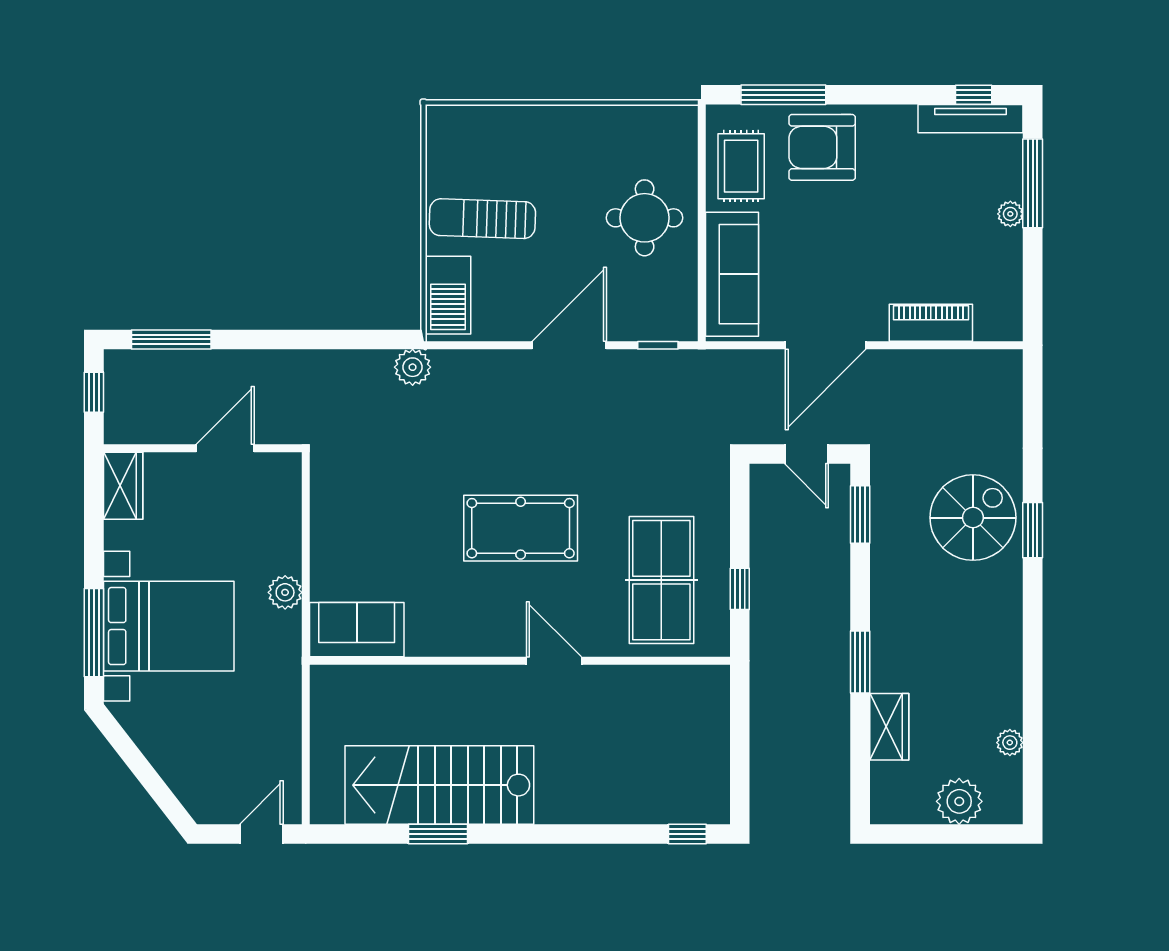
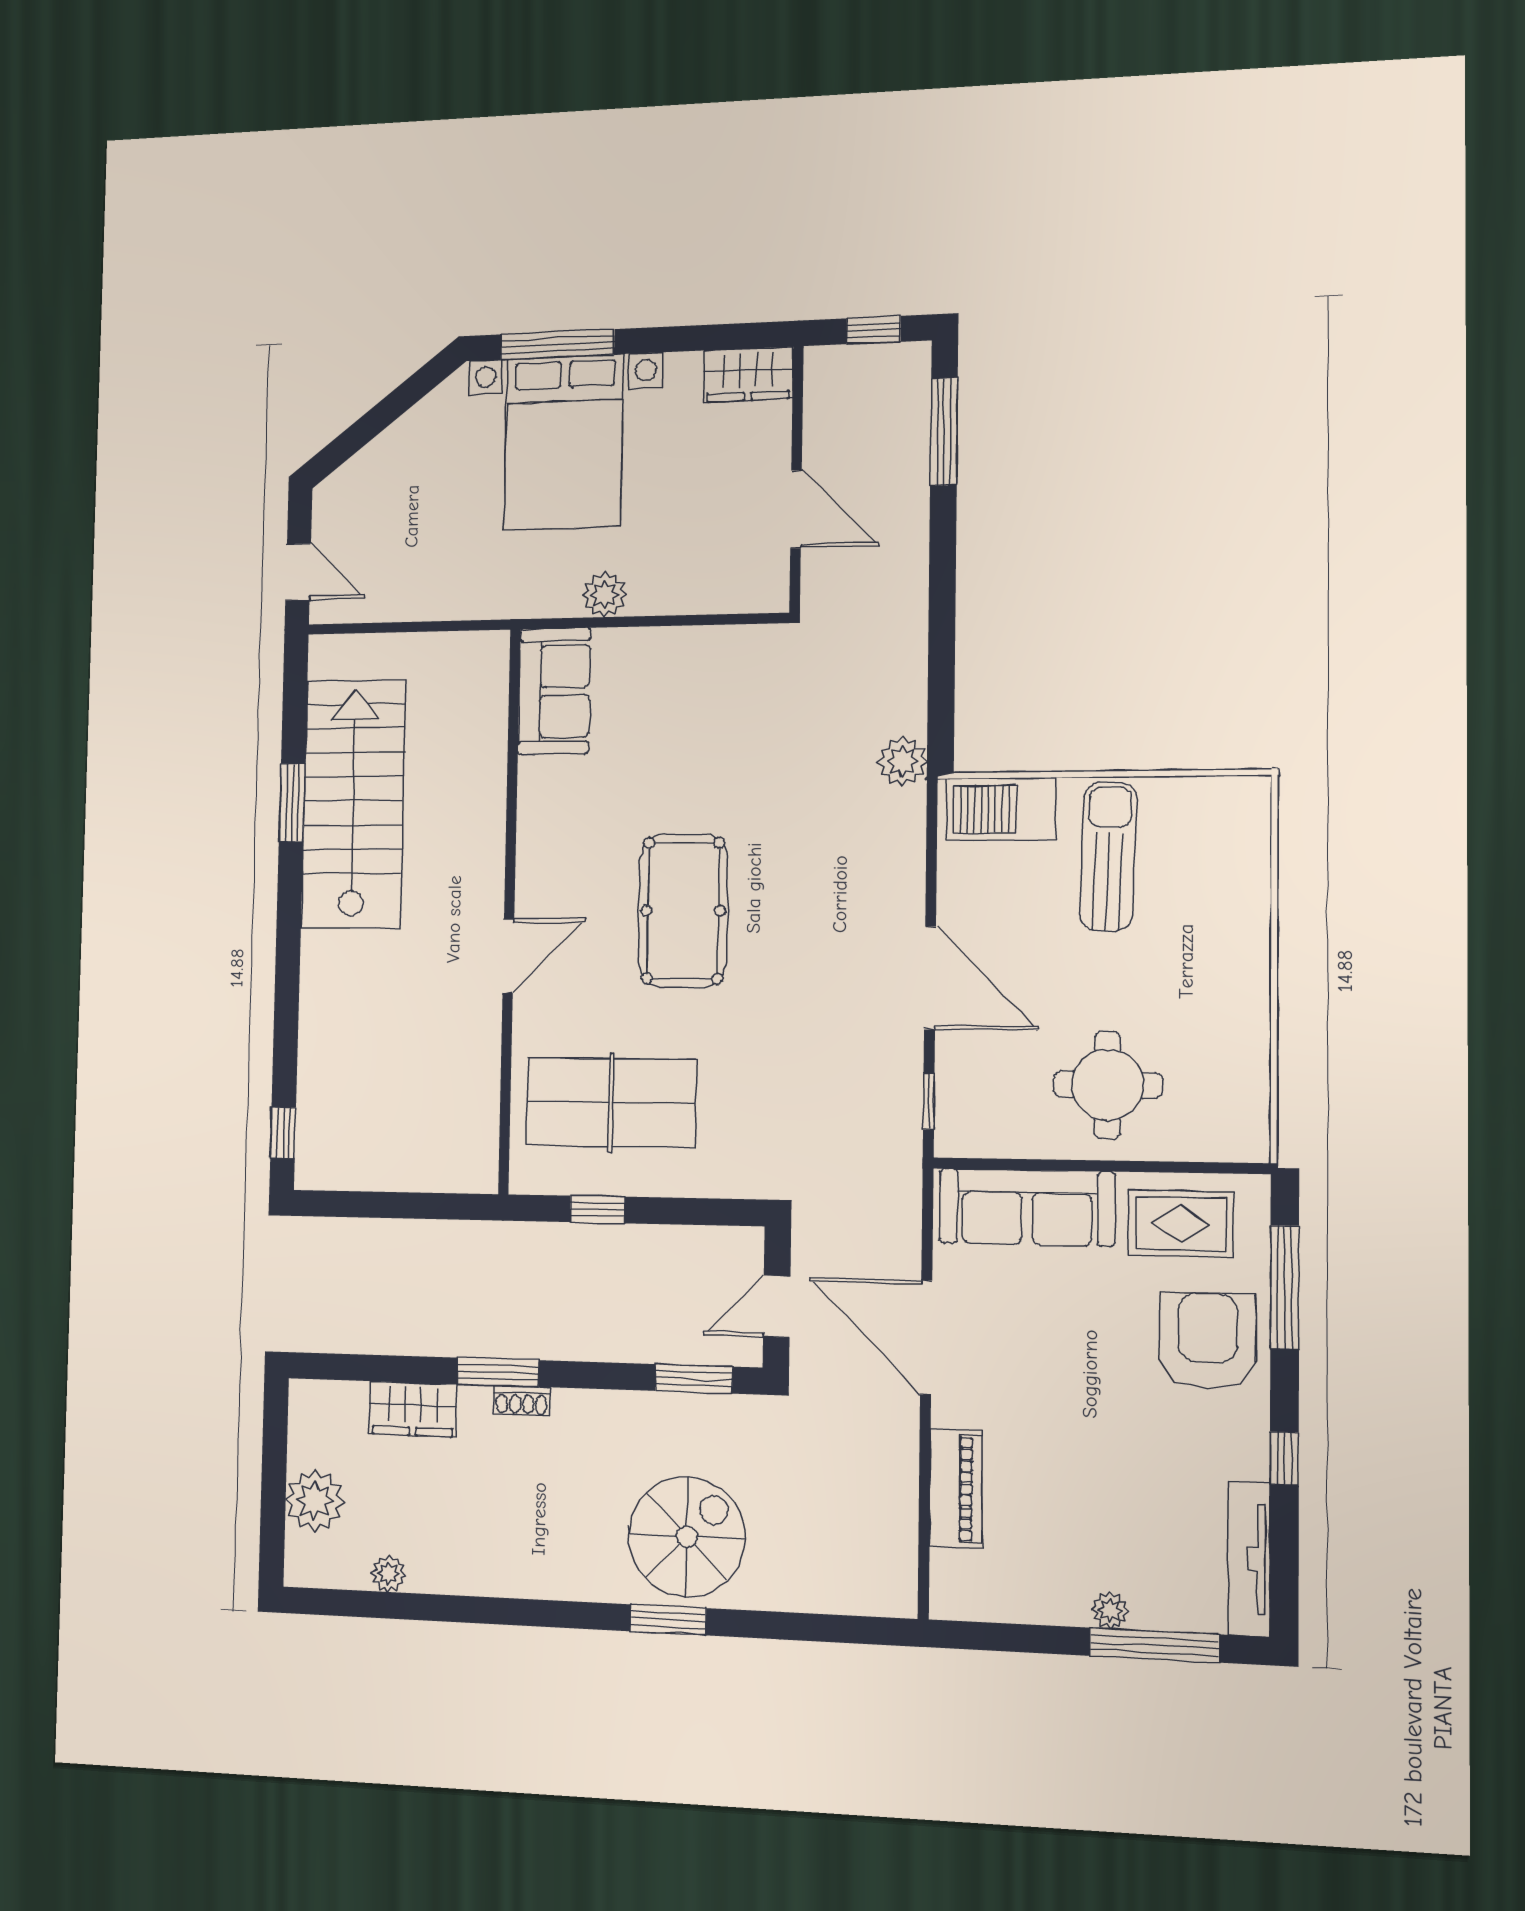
window: (974, 95) -> (1284, 1458), moved
spiral stairs: (973, 518) -> (687, 1537), turned -90
shoe rack: (880, 643) -> (522, 1401), added

